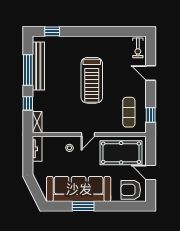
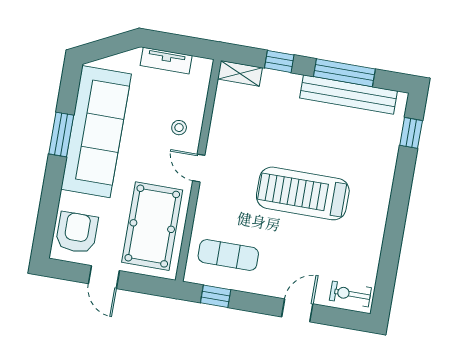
tv unit: (37, 149) -> (166, 61), moved
door: (151, 172) -> (104, 277), swing flipped

